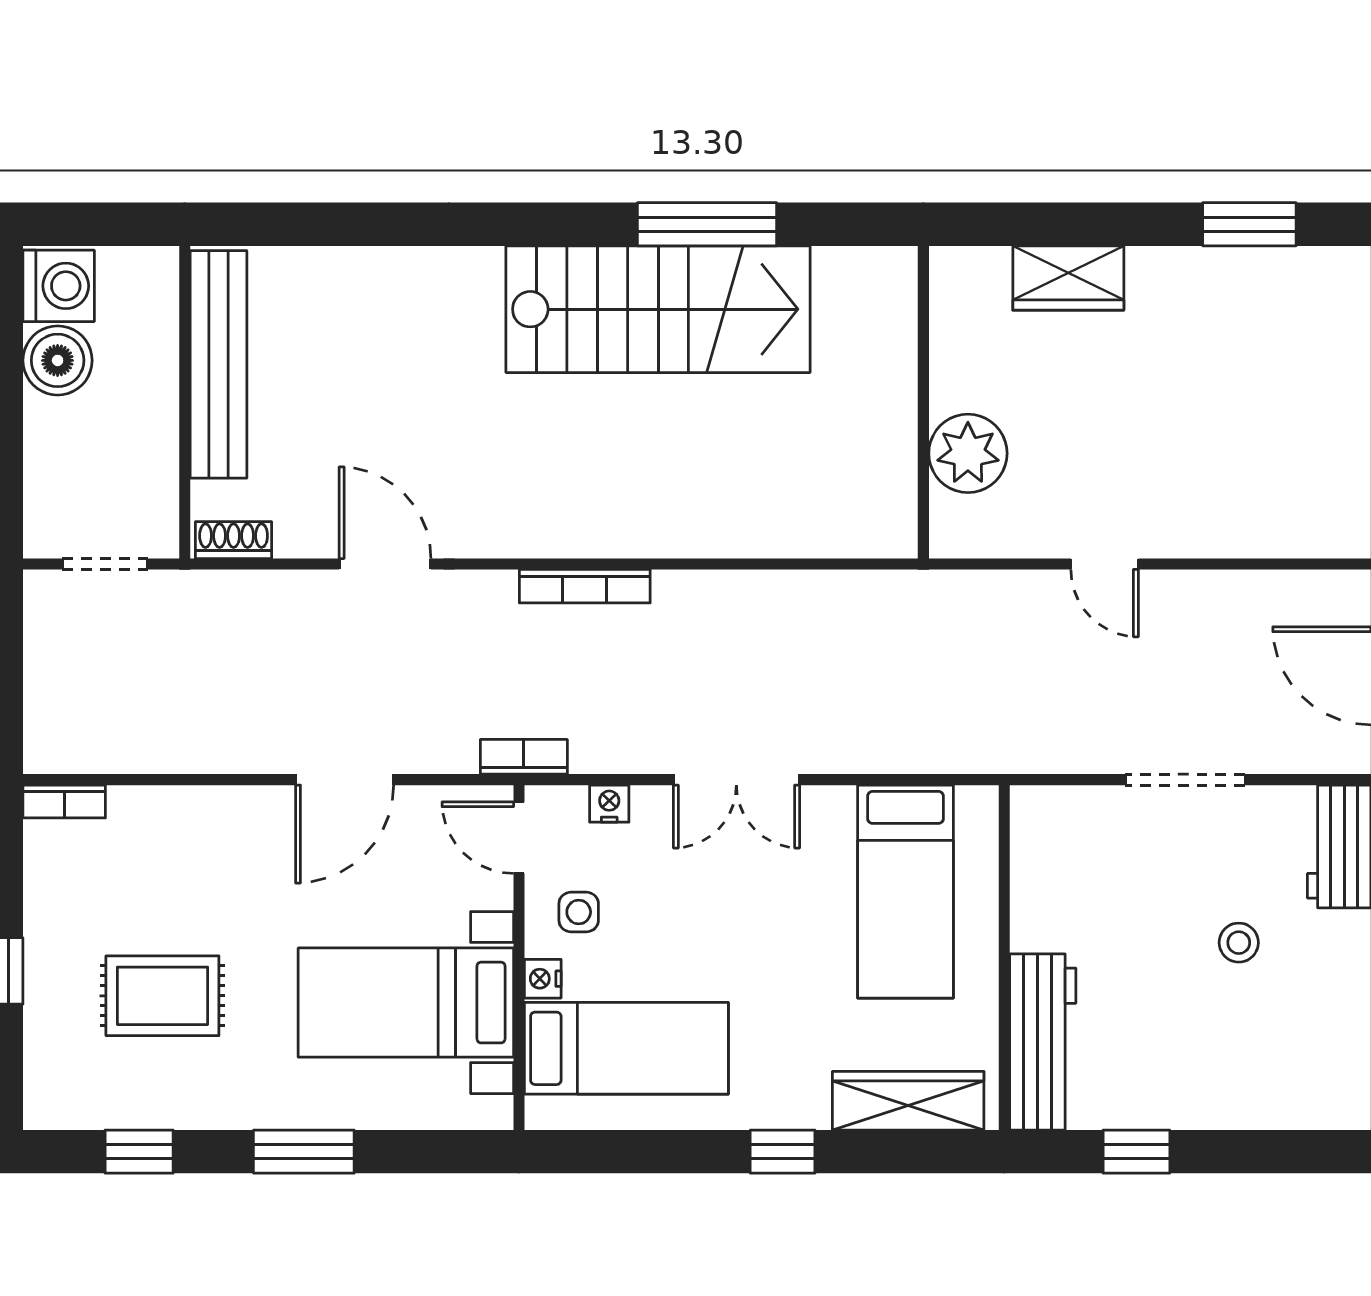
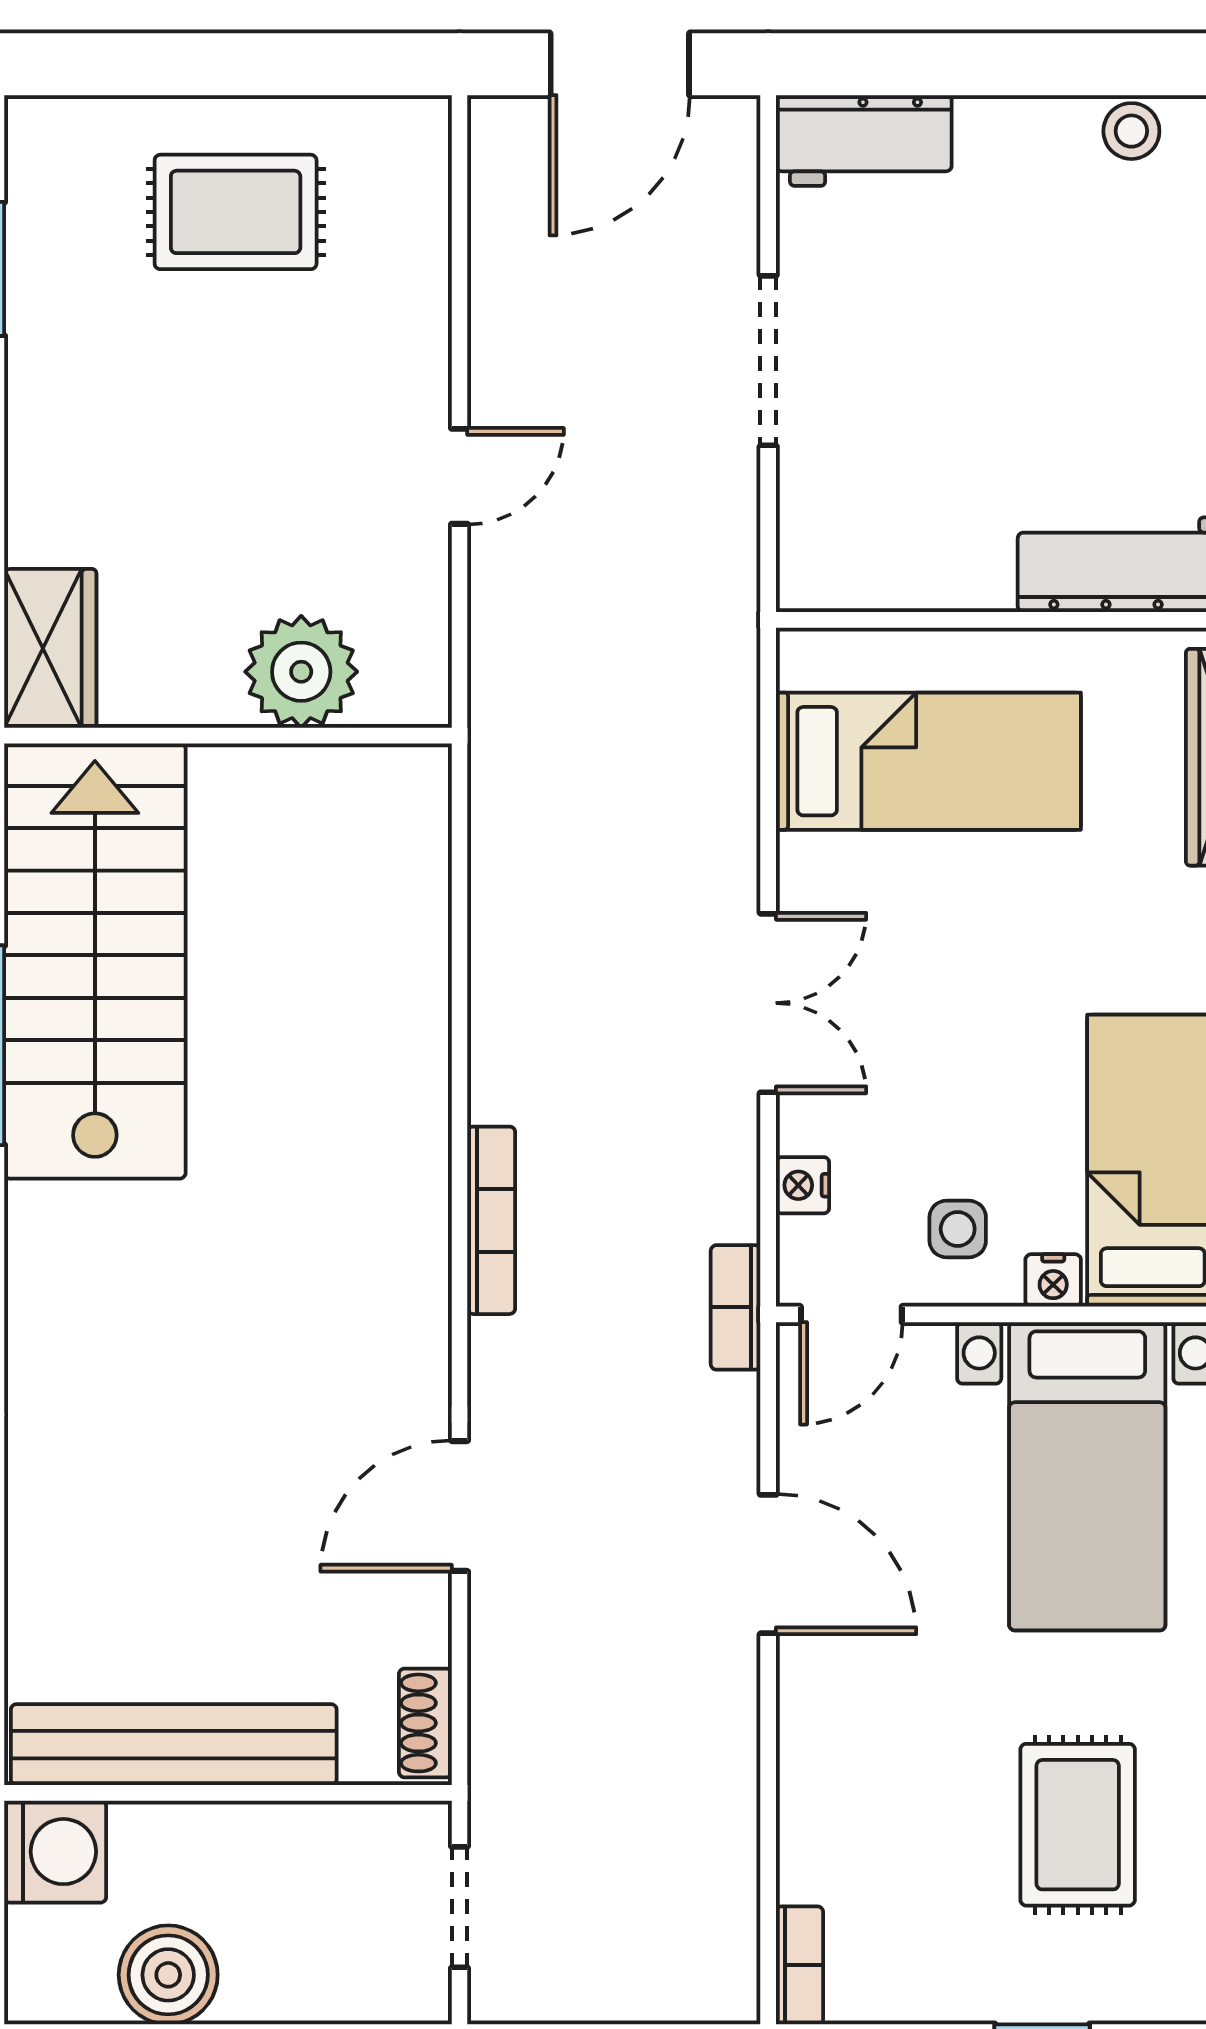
wardrobe: (1068, 278) -> (50, 648), moved
washing machine: (59, 286) -> (55, 1852), moved, turned 90
stairs: (658, 309) -> (95, 961), moved
rug: (1289, 408) -> (236, 212), added
stool: (1239, 943) -> (1131, 131), moved

